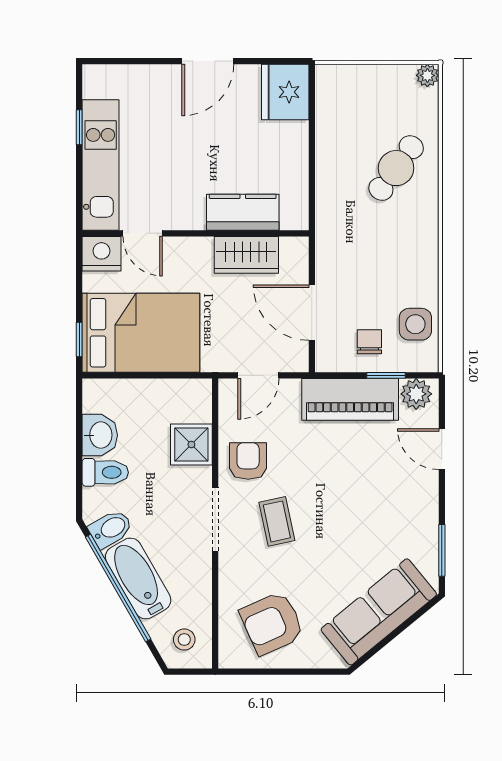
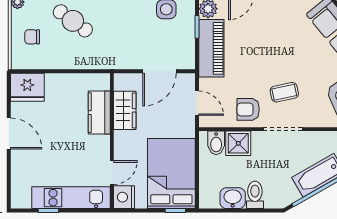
chair: (369, 342) -> (32, 37), moved
bidet: (111, 529) -> (216, 143), moved, turned -150

